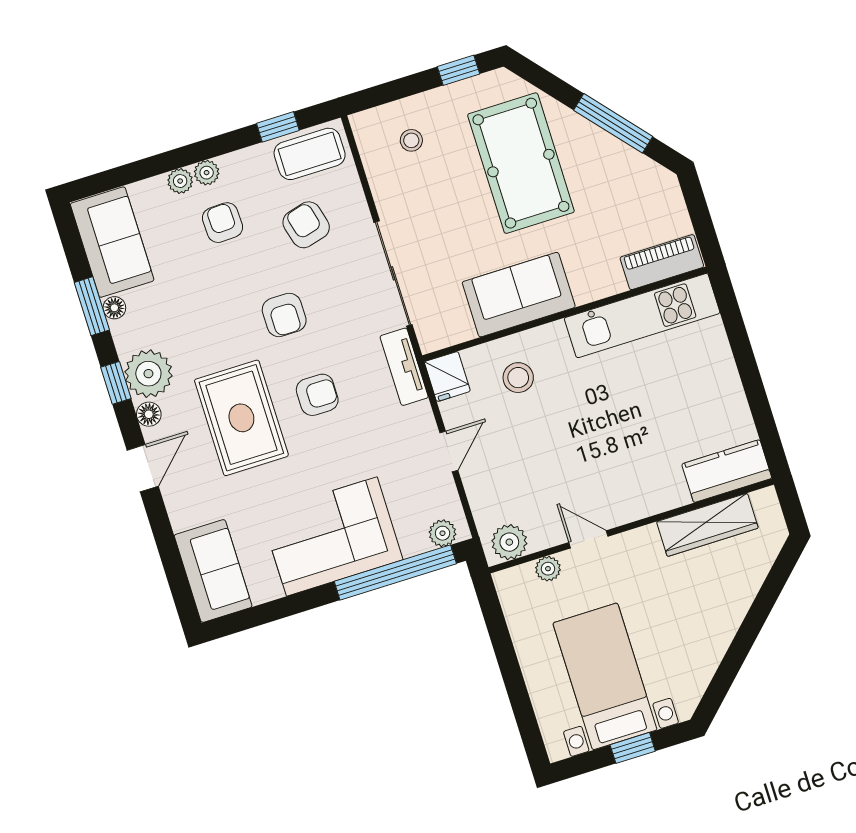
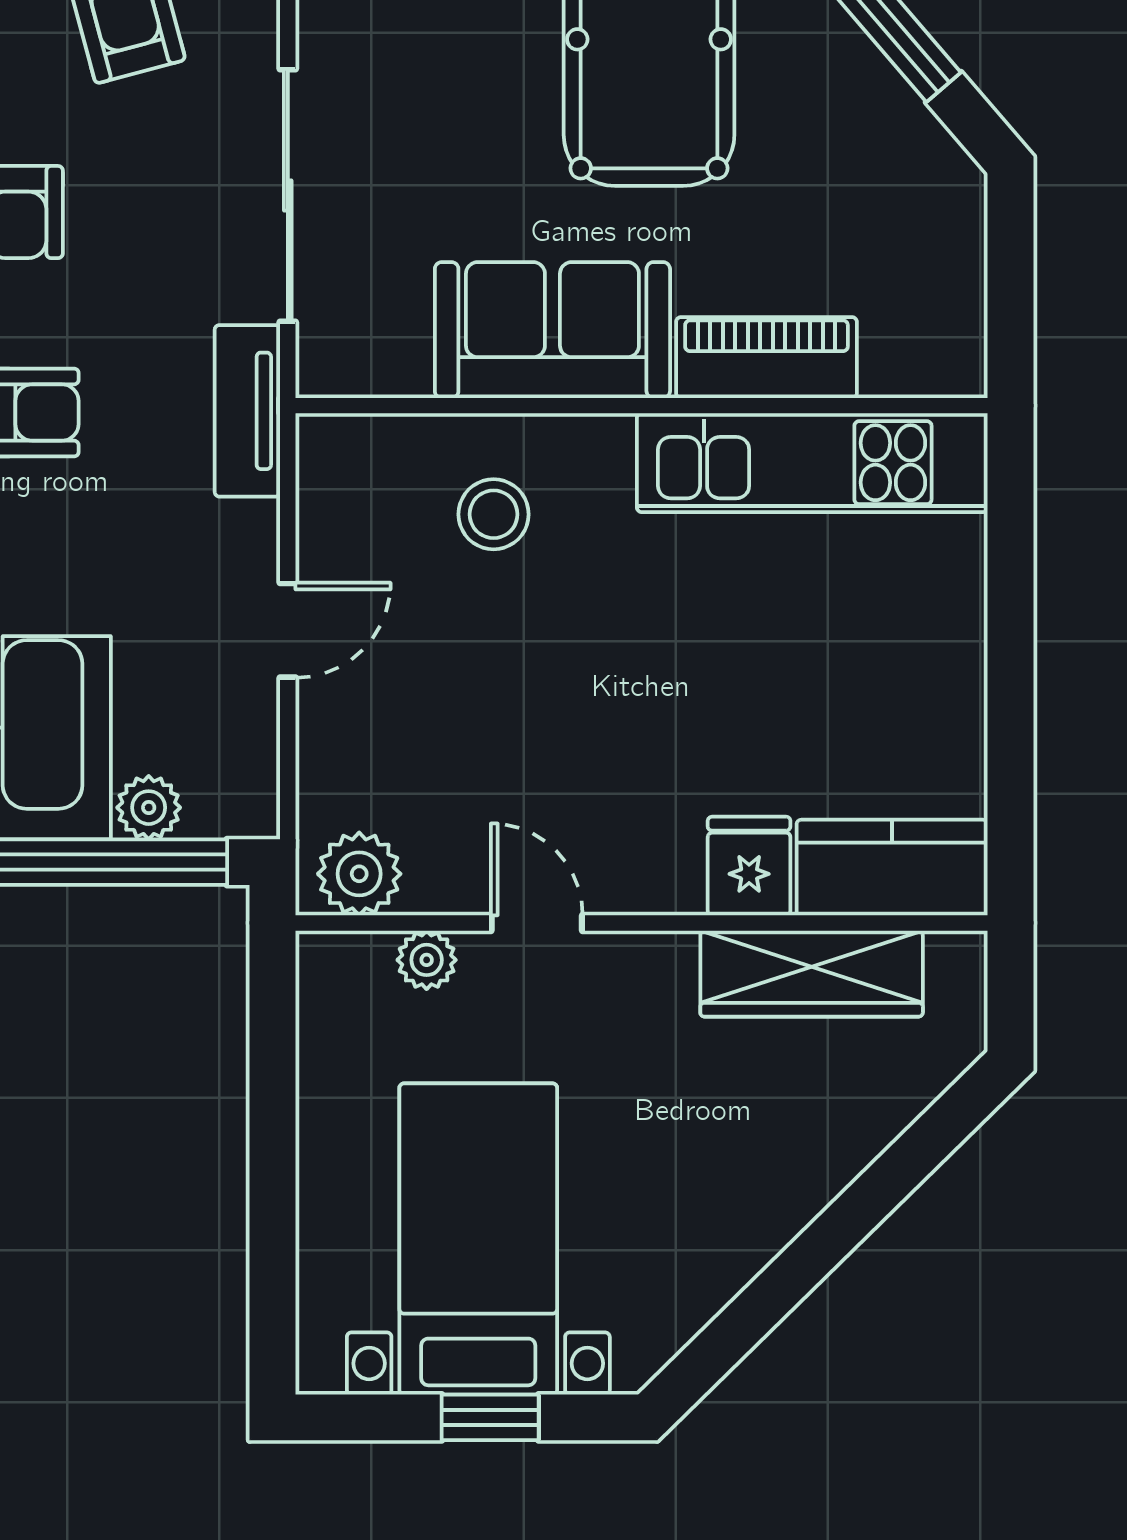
piano: (662, 262) -> (766, 358), moved
fridge: (447, 377) -> (749, 866), moved, turned 180
plant: (443, 533) -> (149, 808), moved

